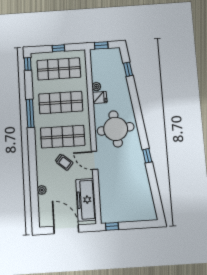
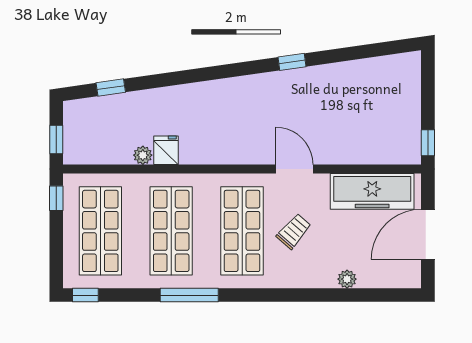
window: (58, 48) -> (56, 198), moved
round table: (116, 129) -> (233, 122), removed
door: (95, 160) -> (294, 169), swing flipped

